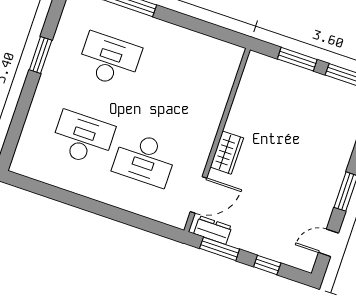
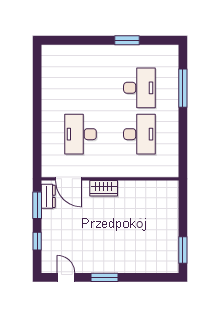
window: (297, 59) -> (183, 214), removed
desk: (83, 138) -> (139, 134), moved

